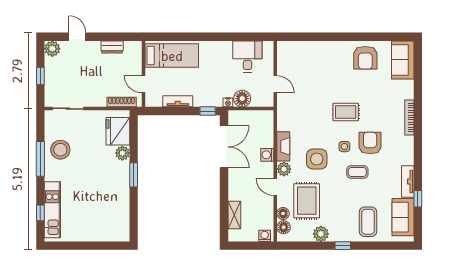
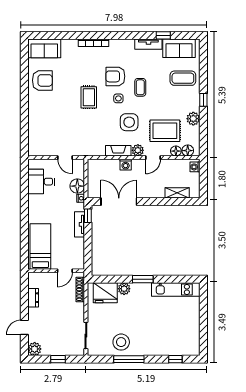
door: (275, 84) -> (65, 158), swing flipped
tv unit: (178, 101) -> (80, 224), moved
kitchen unit: (52, 210) -> (176, 289), moved, turned 180

